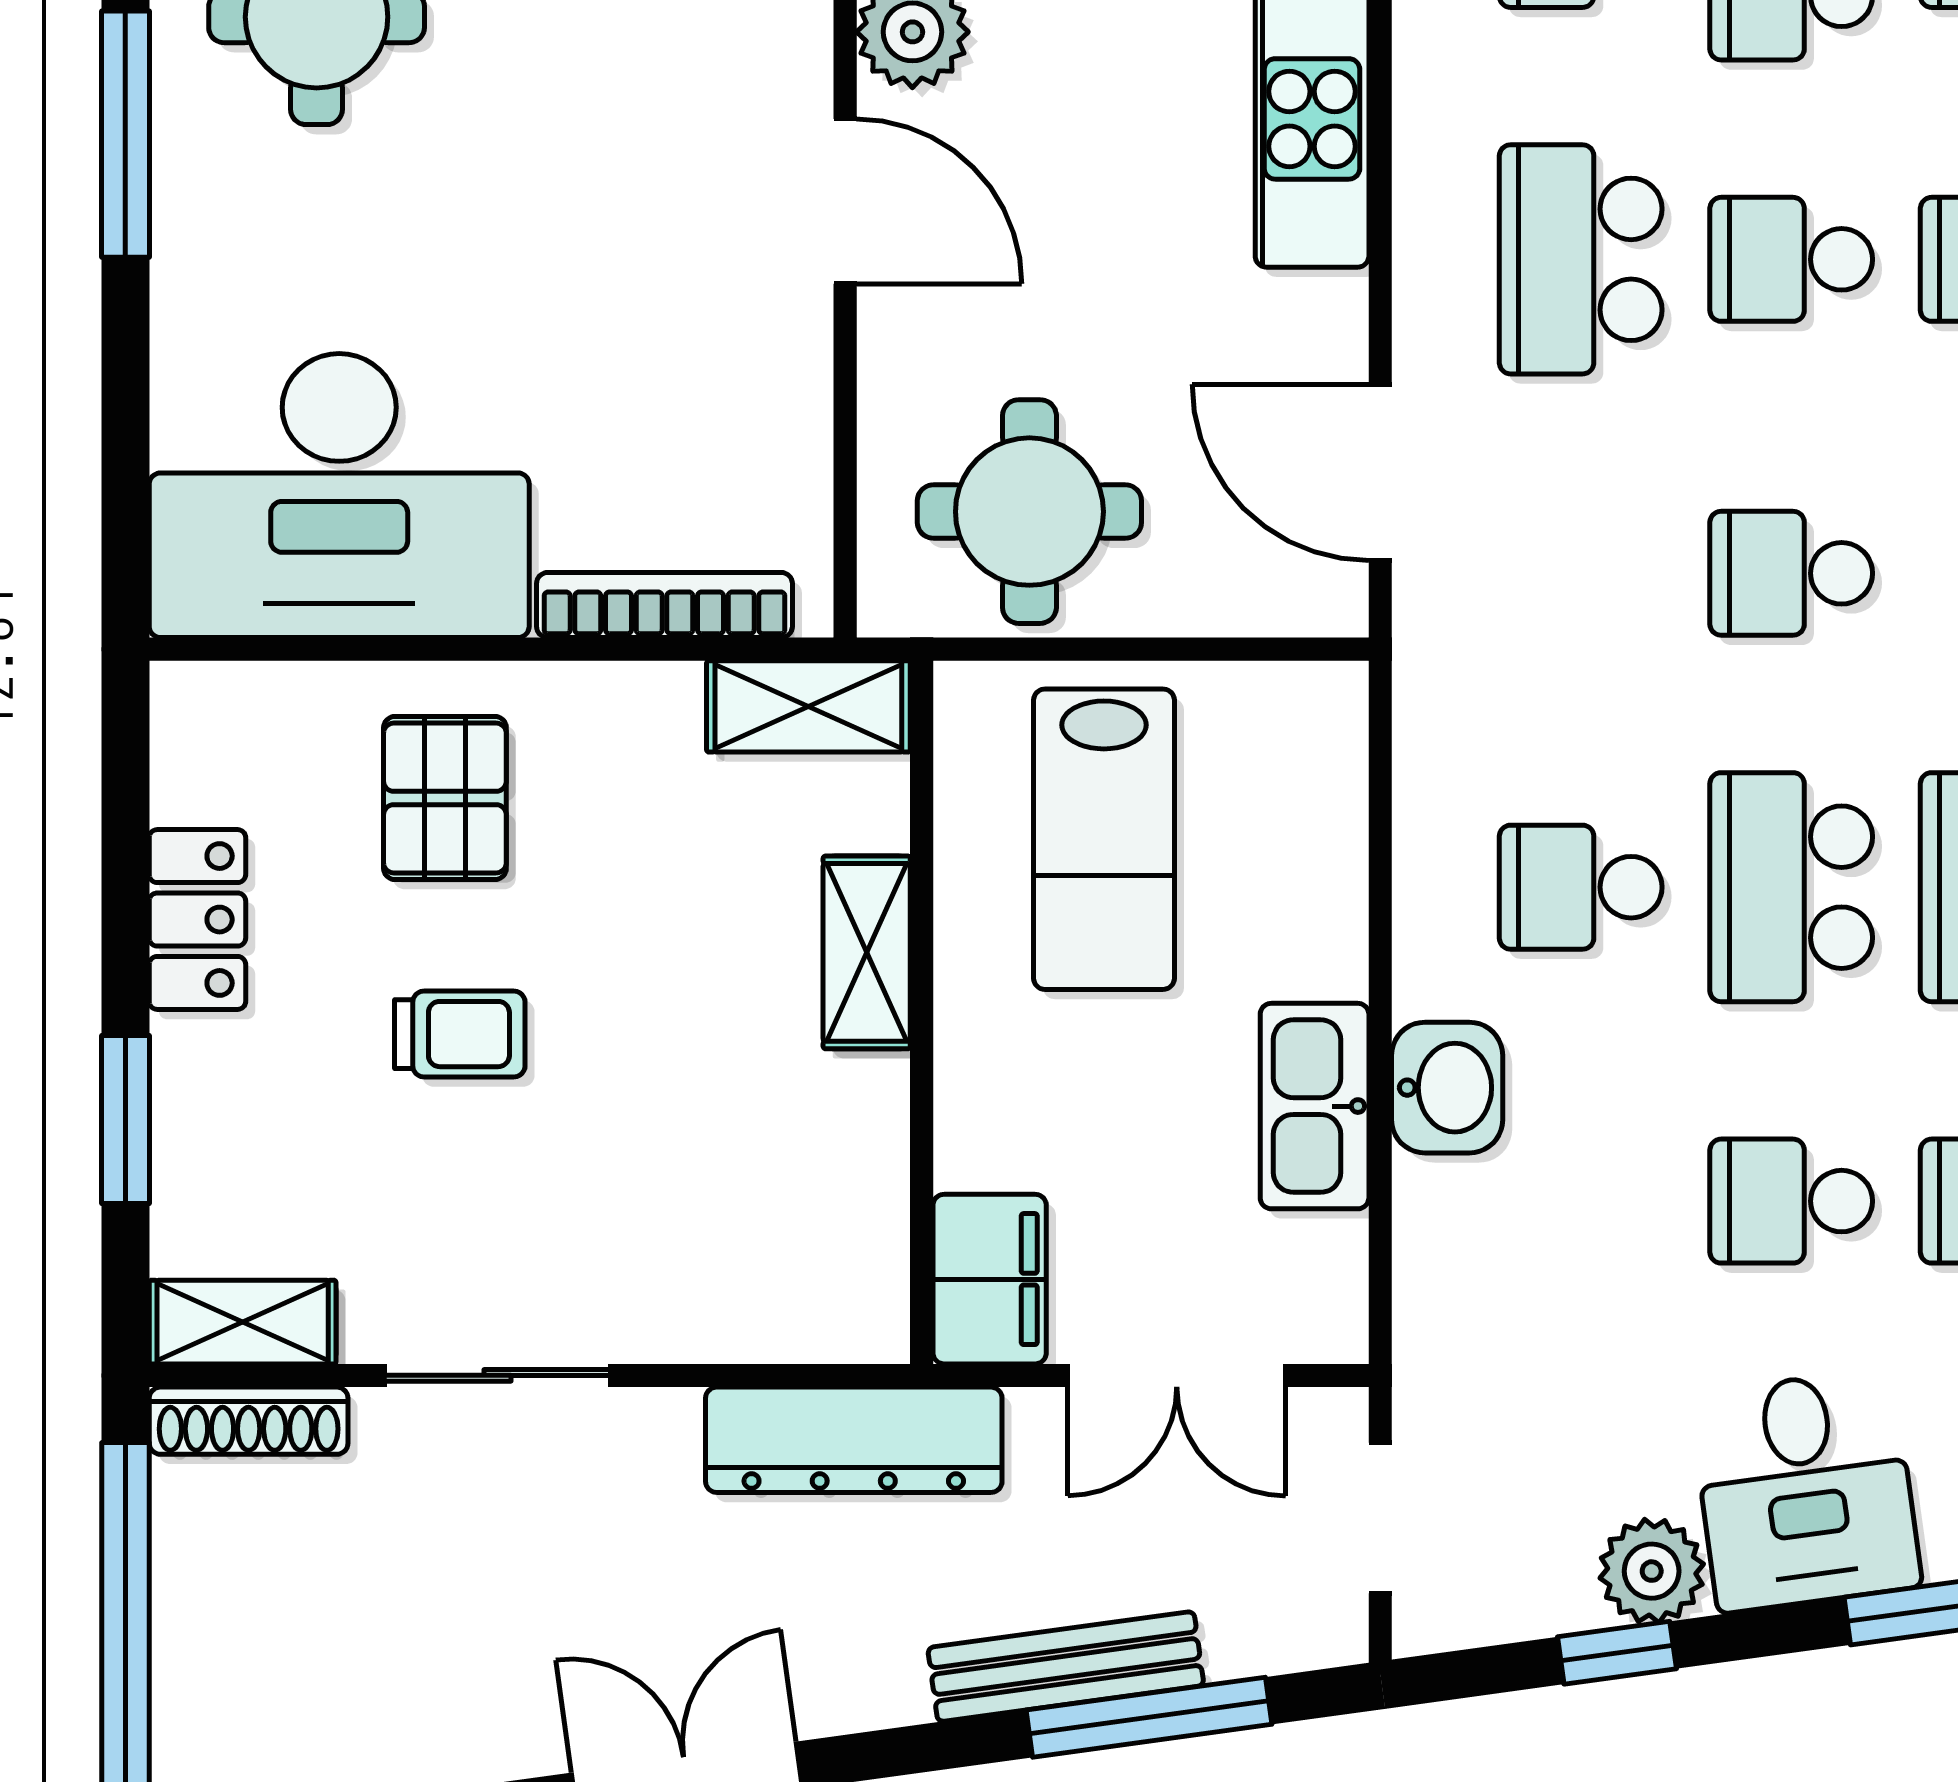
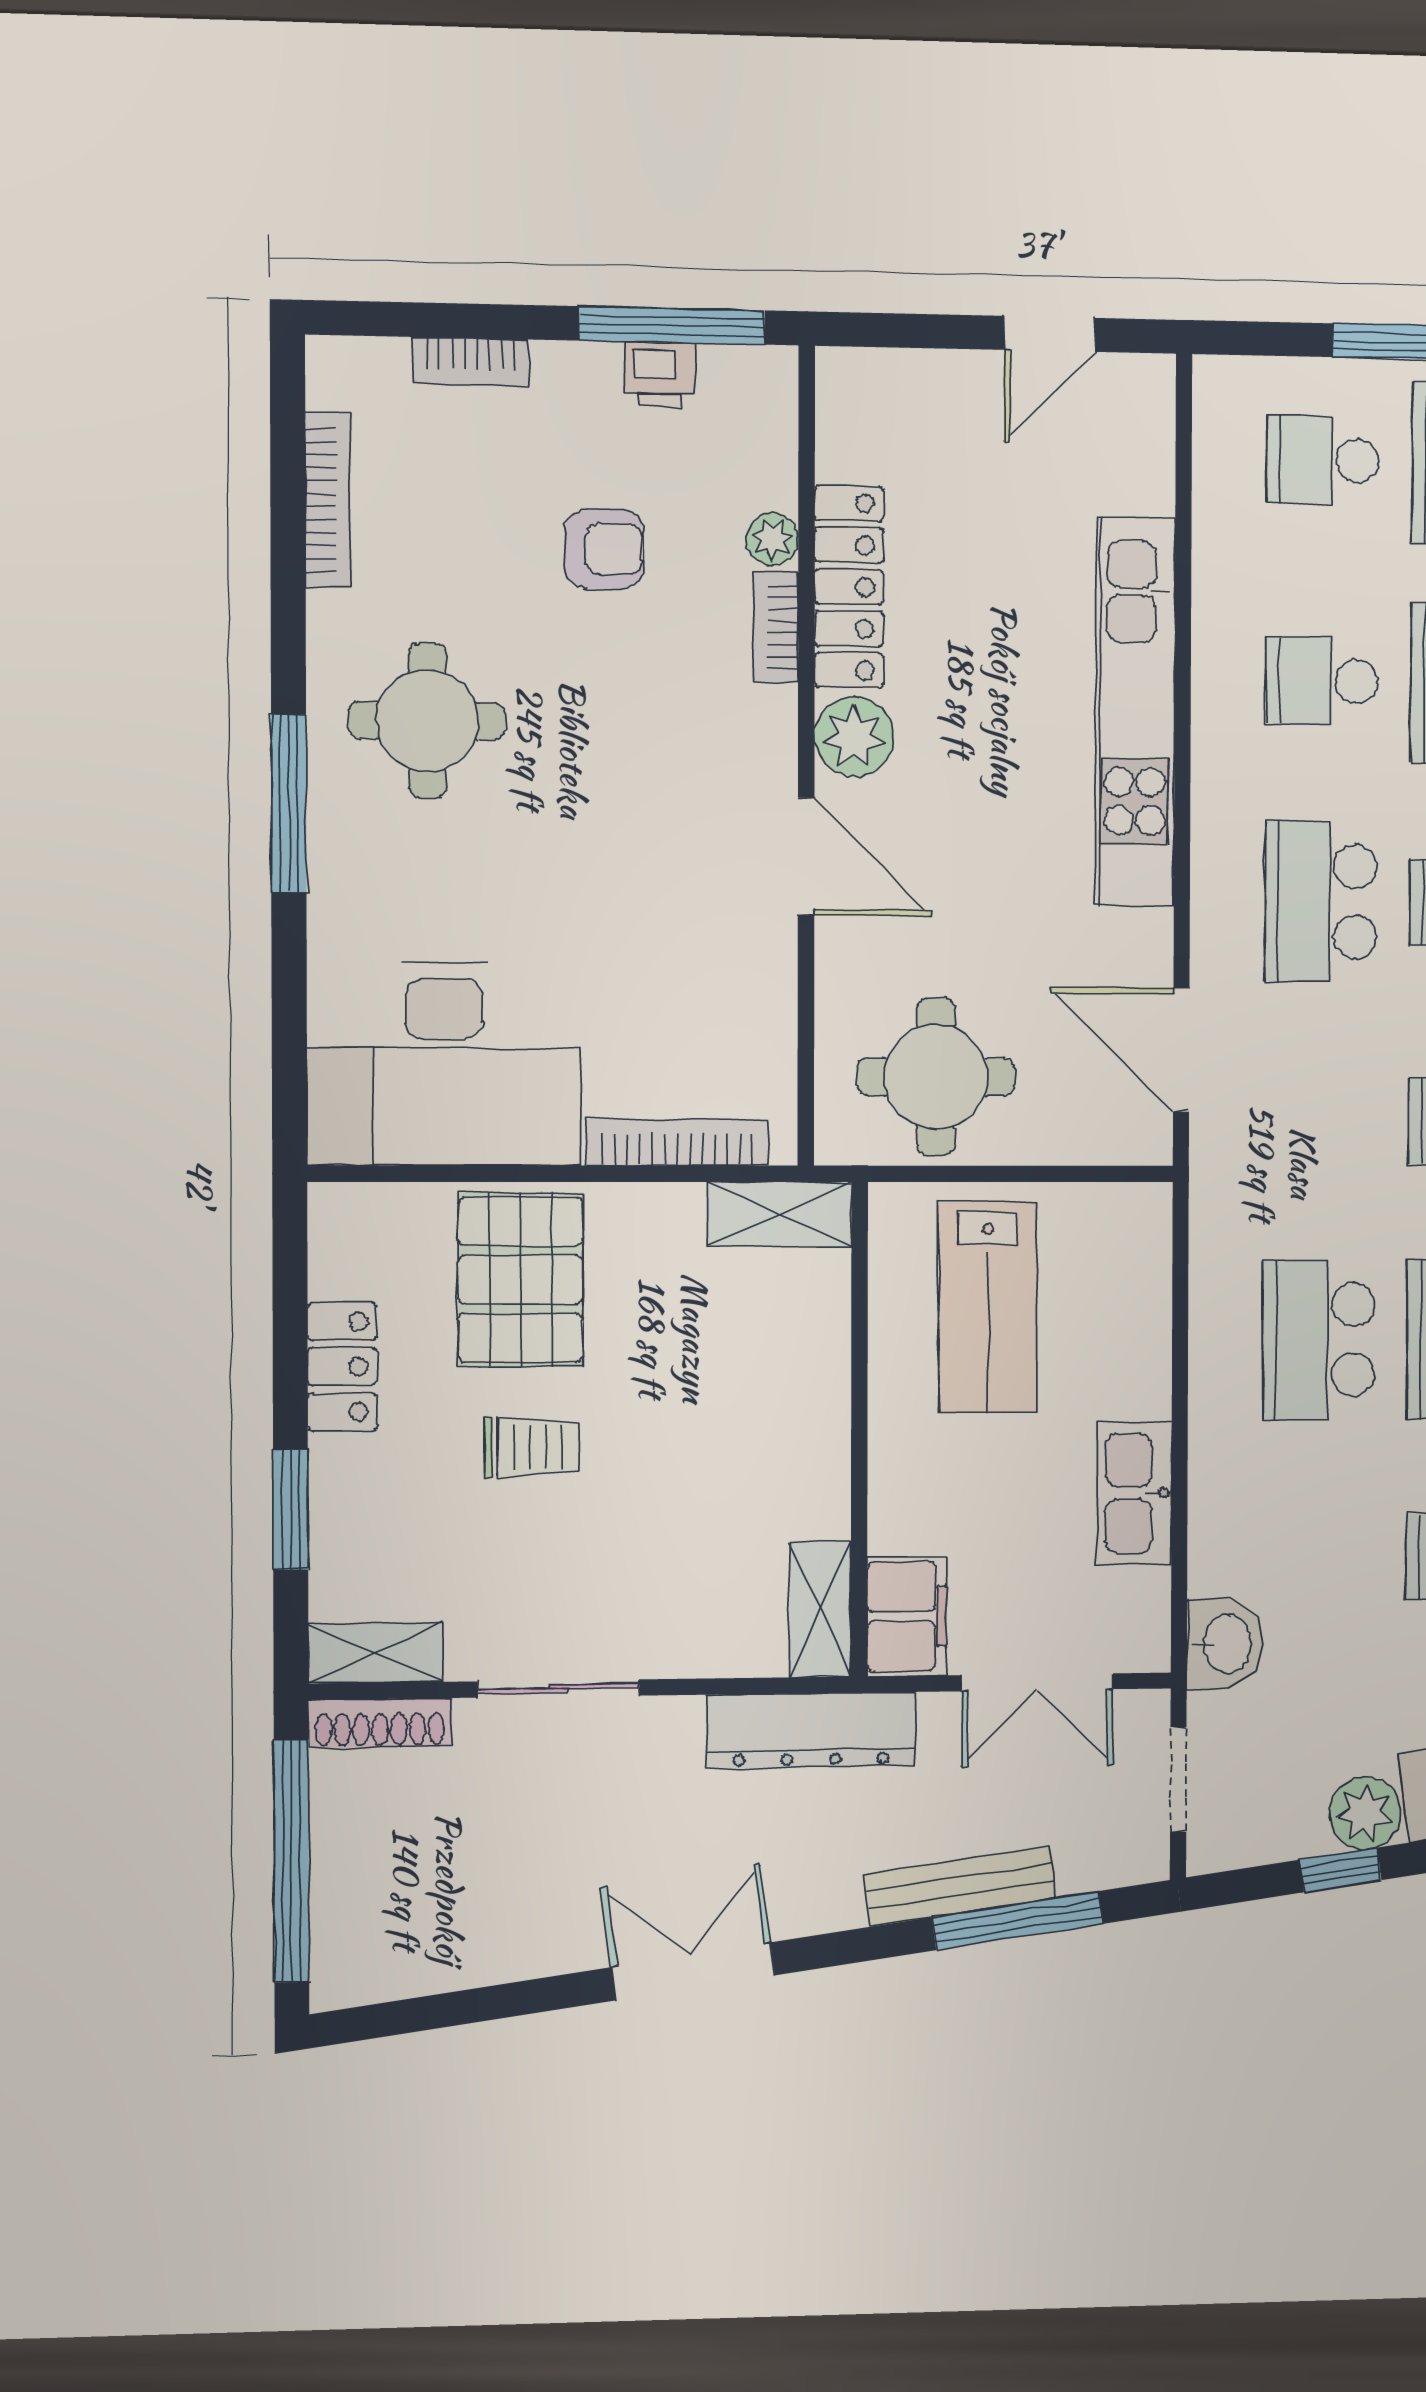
pallet: (445, 798) -> (521, 1280), width x1.50, depth x1.42
school desk: (1581, 887) -> (1318, 1340), width x1.85
shelving: (867, 952) -> (820, 1609), moved
washbasin: (1447, 1088) -> (1225, 1644), moved

